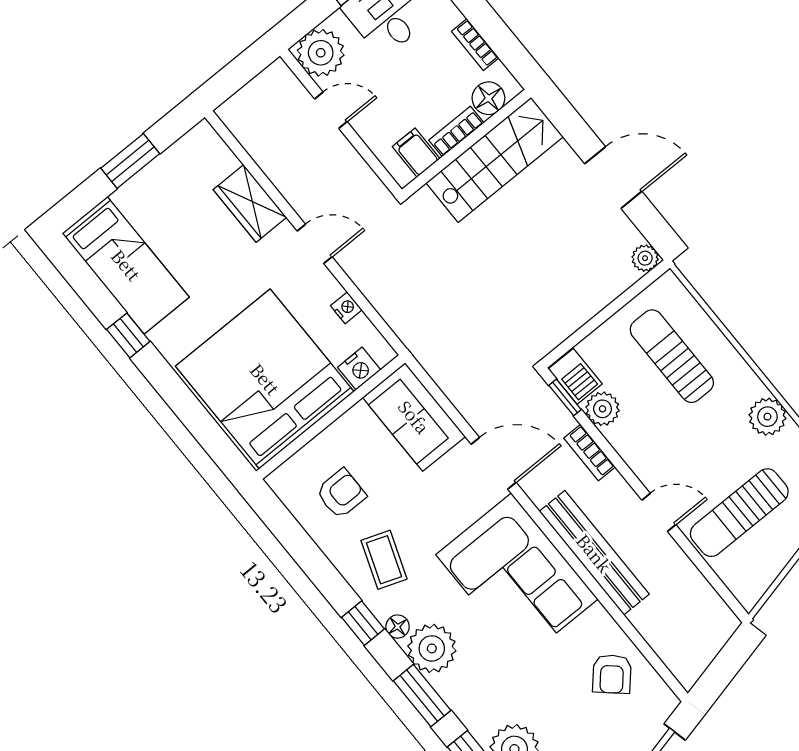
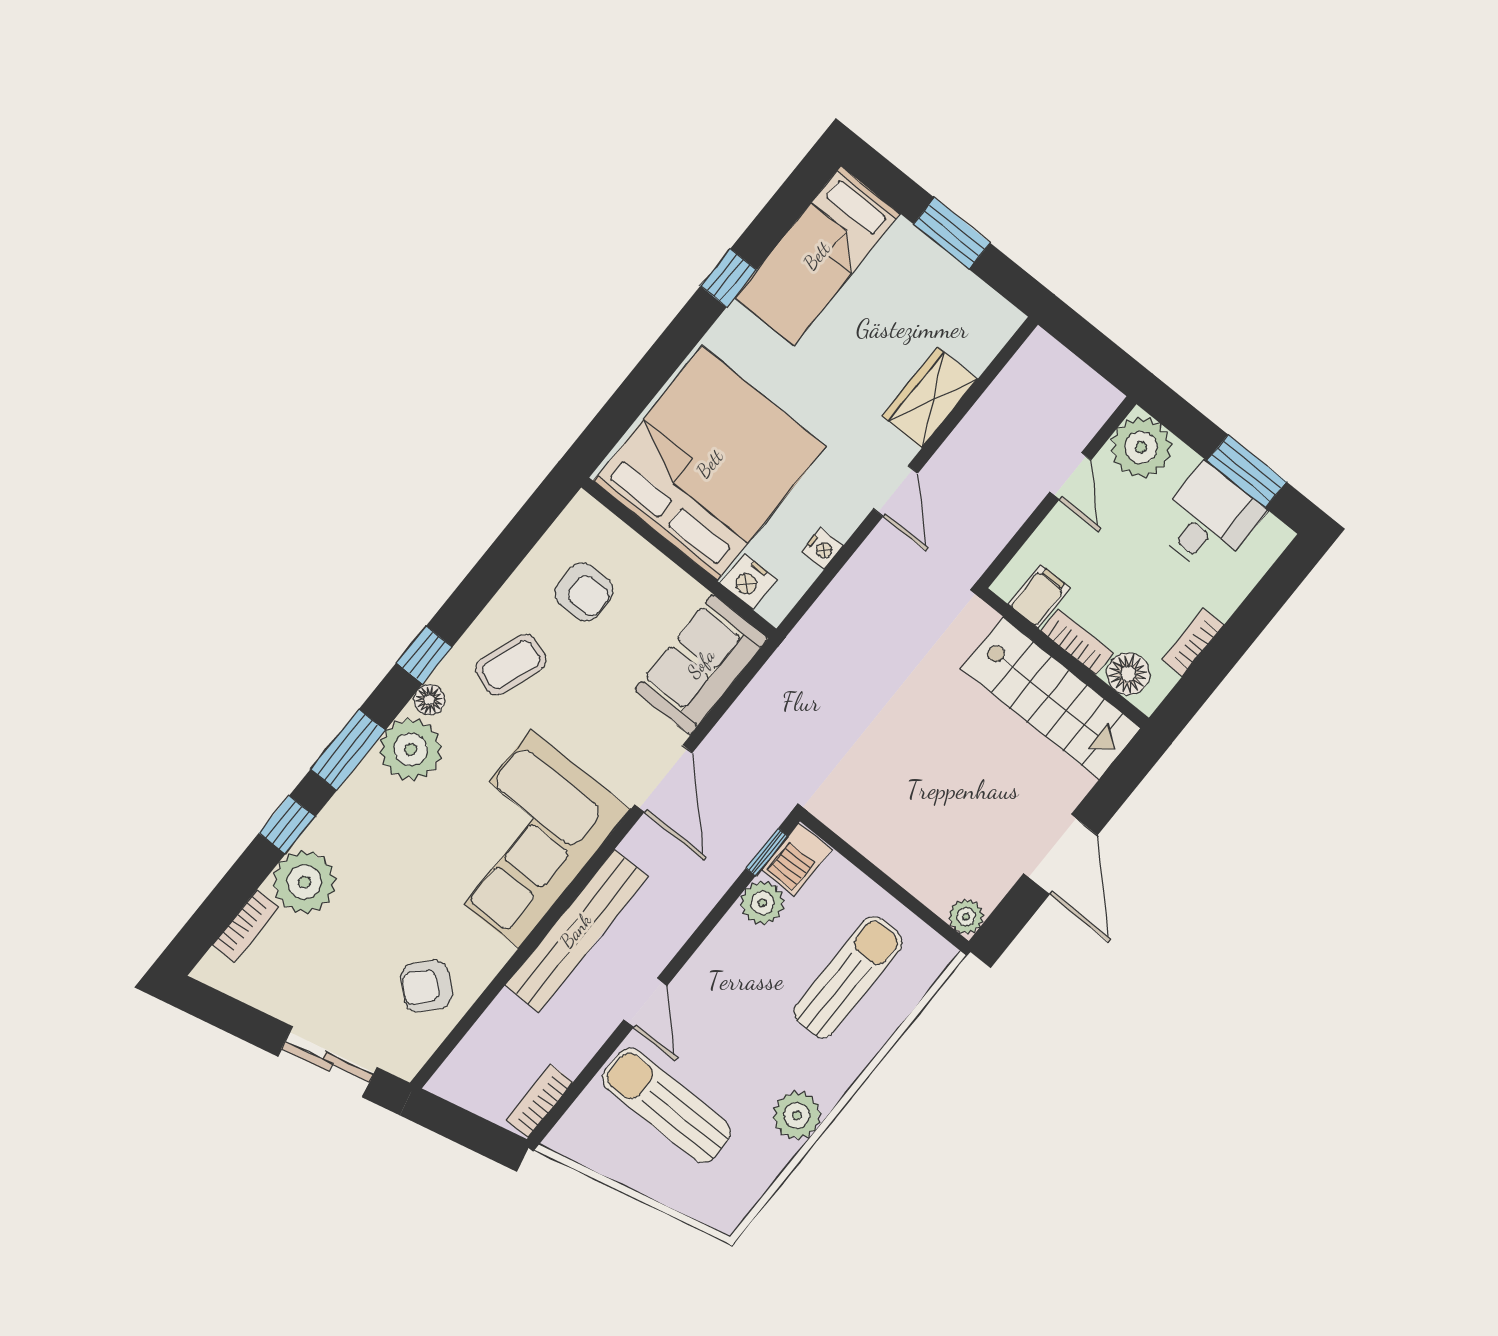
bookcase: (590, 453) -> (539, 1101), moved

